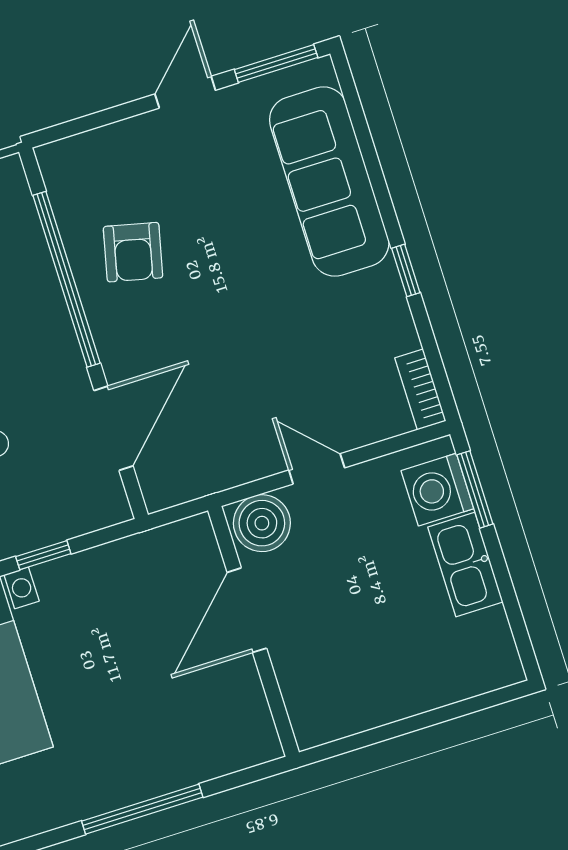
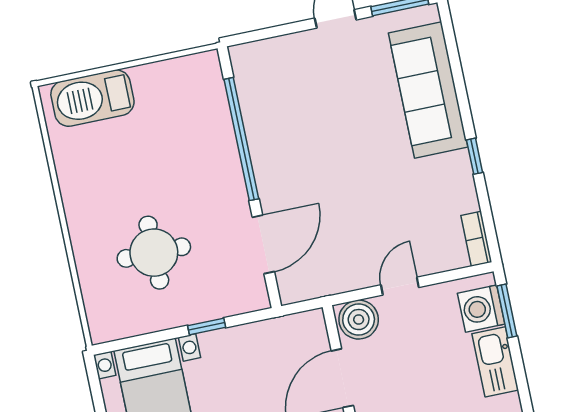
armchair: (133, 252) -> (289, 125), removed
door: (317, 469) -> (400, 286), hinge flipped

